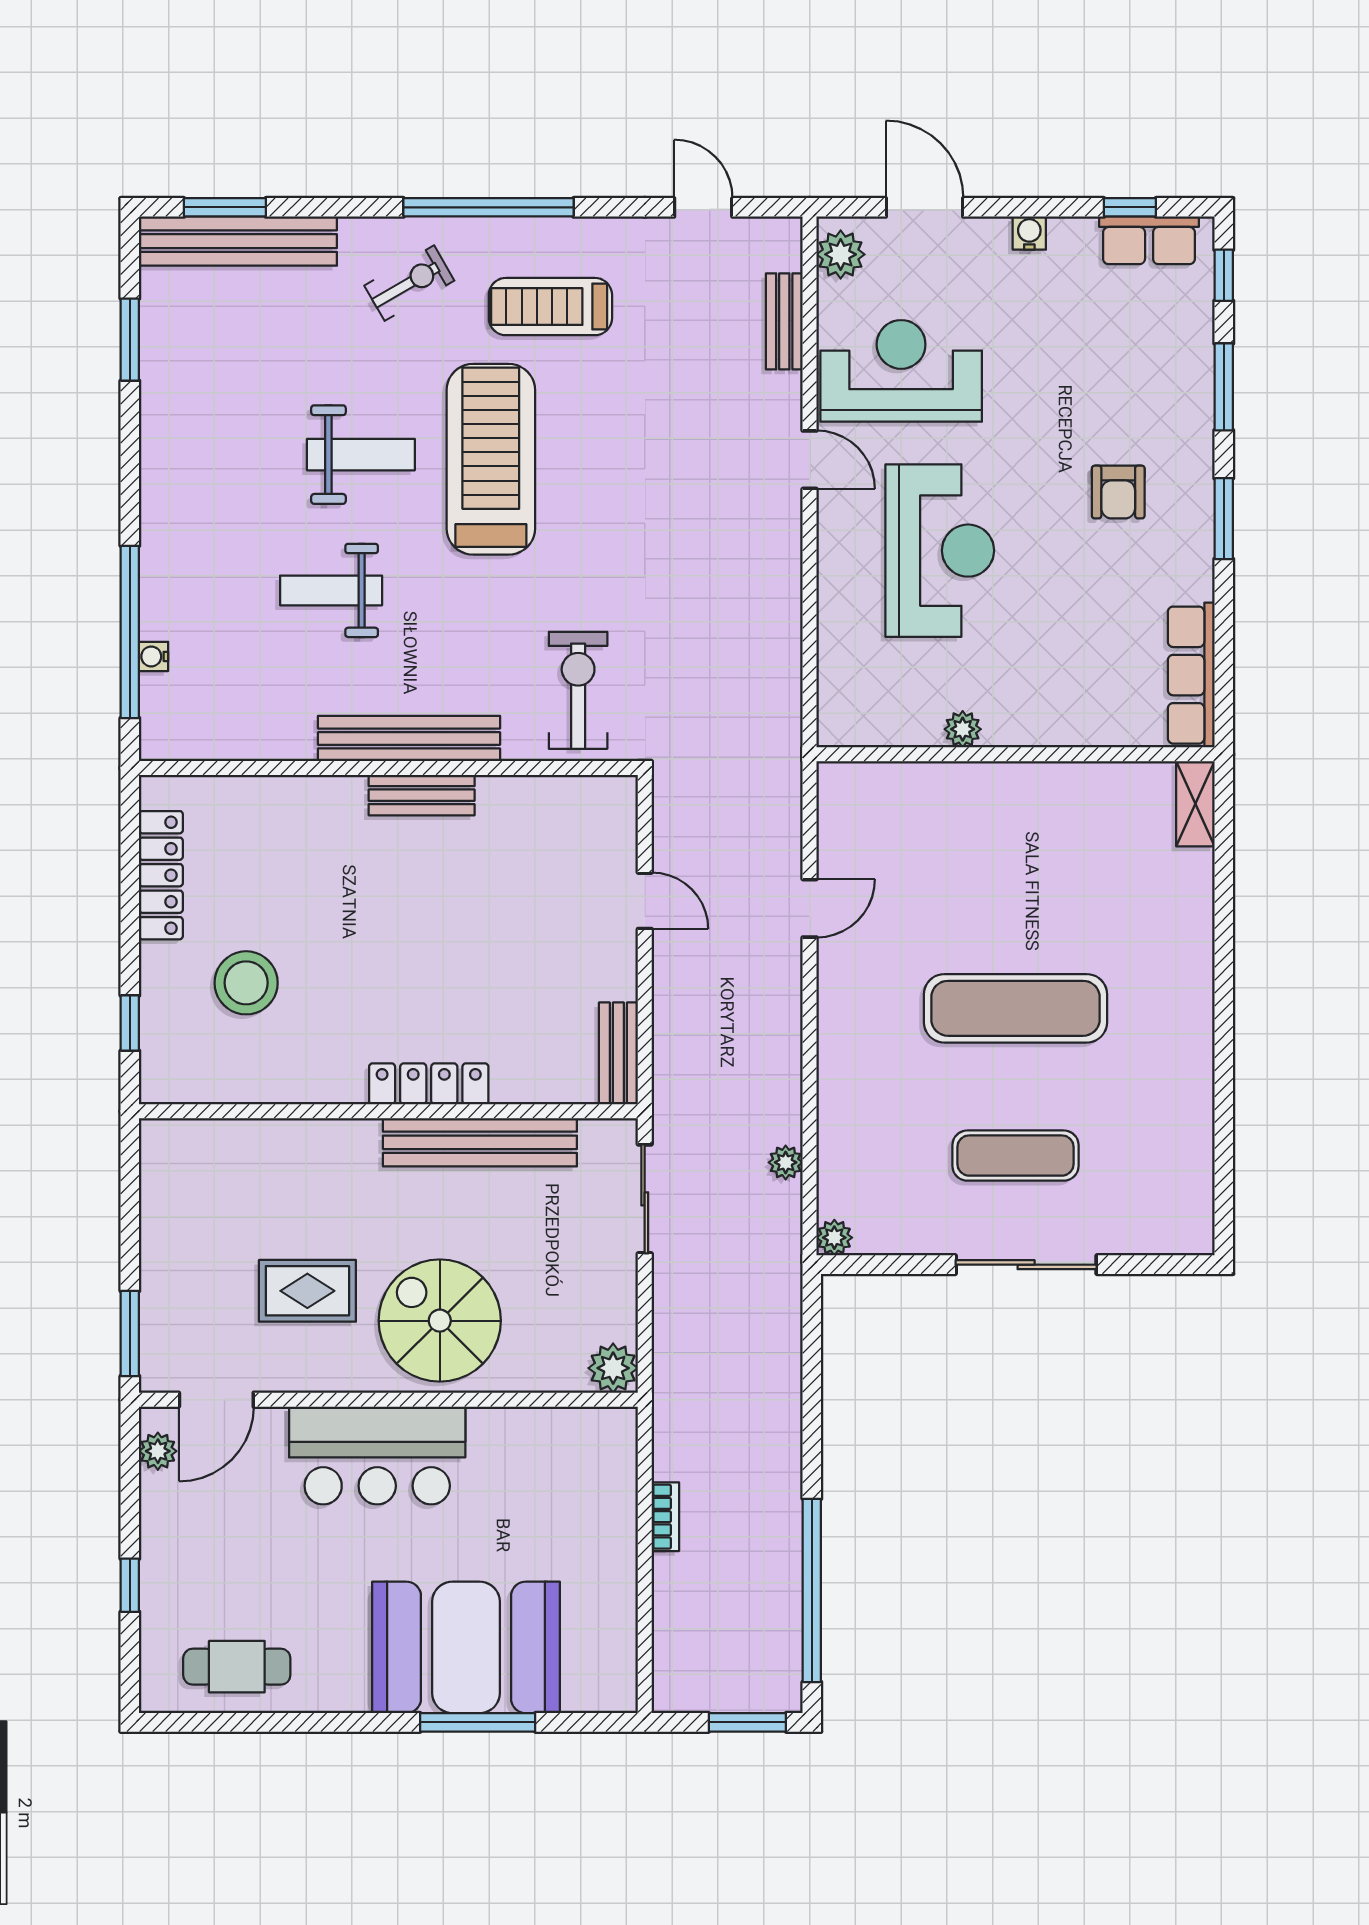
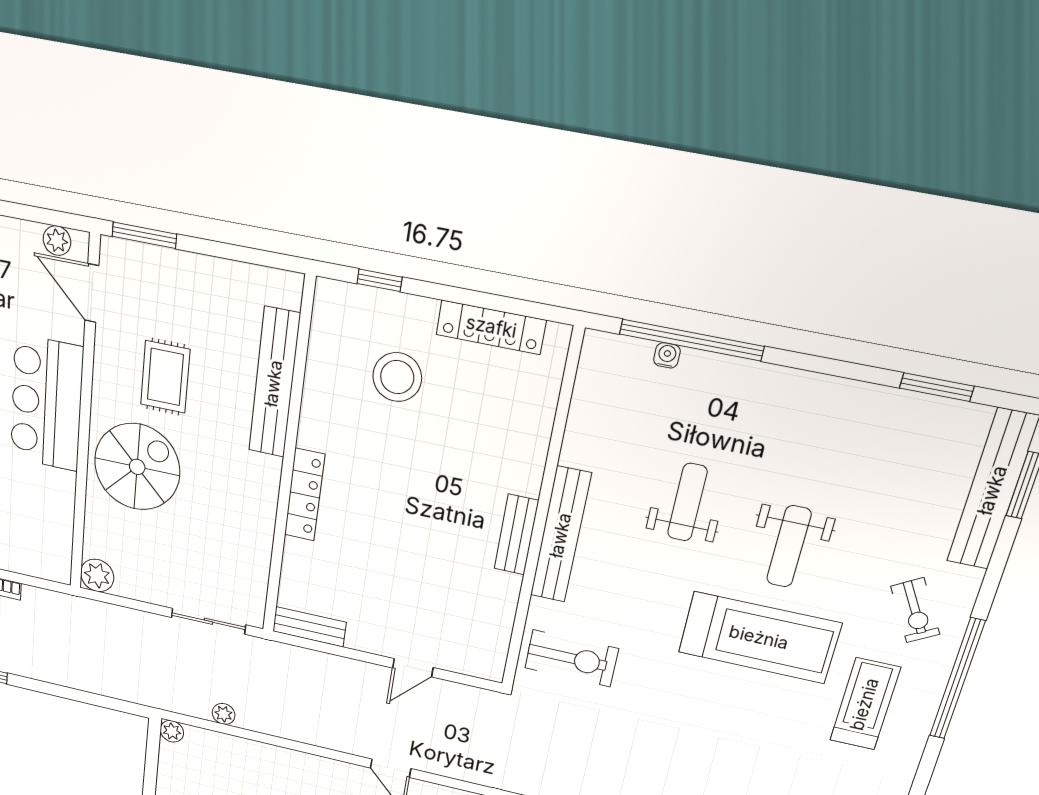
bench: (480, 1142) -> (274, 383), moved

